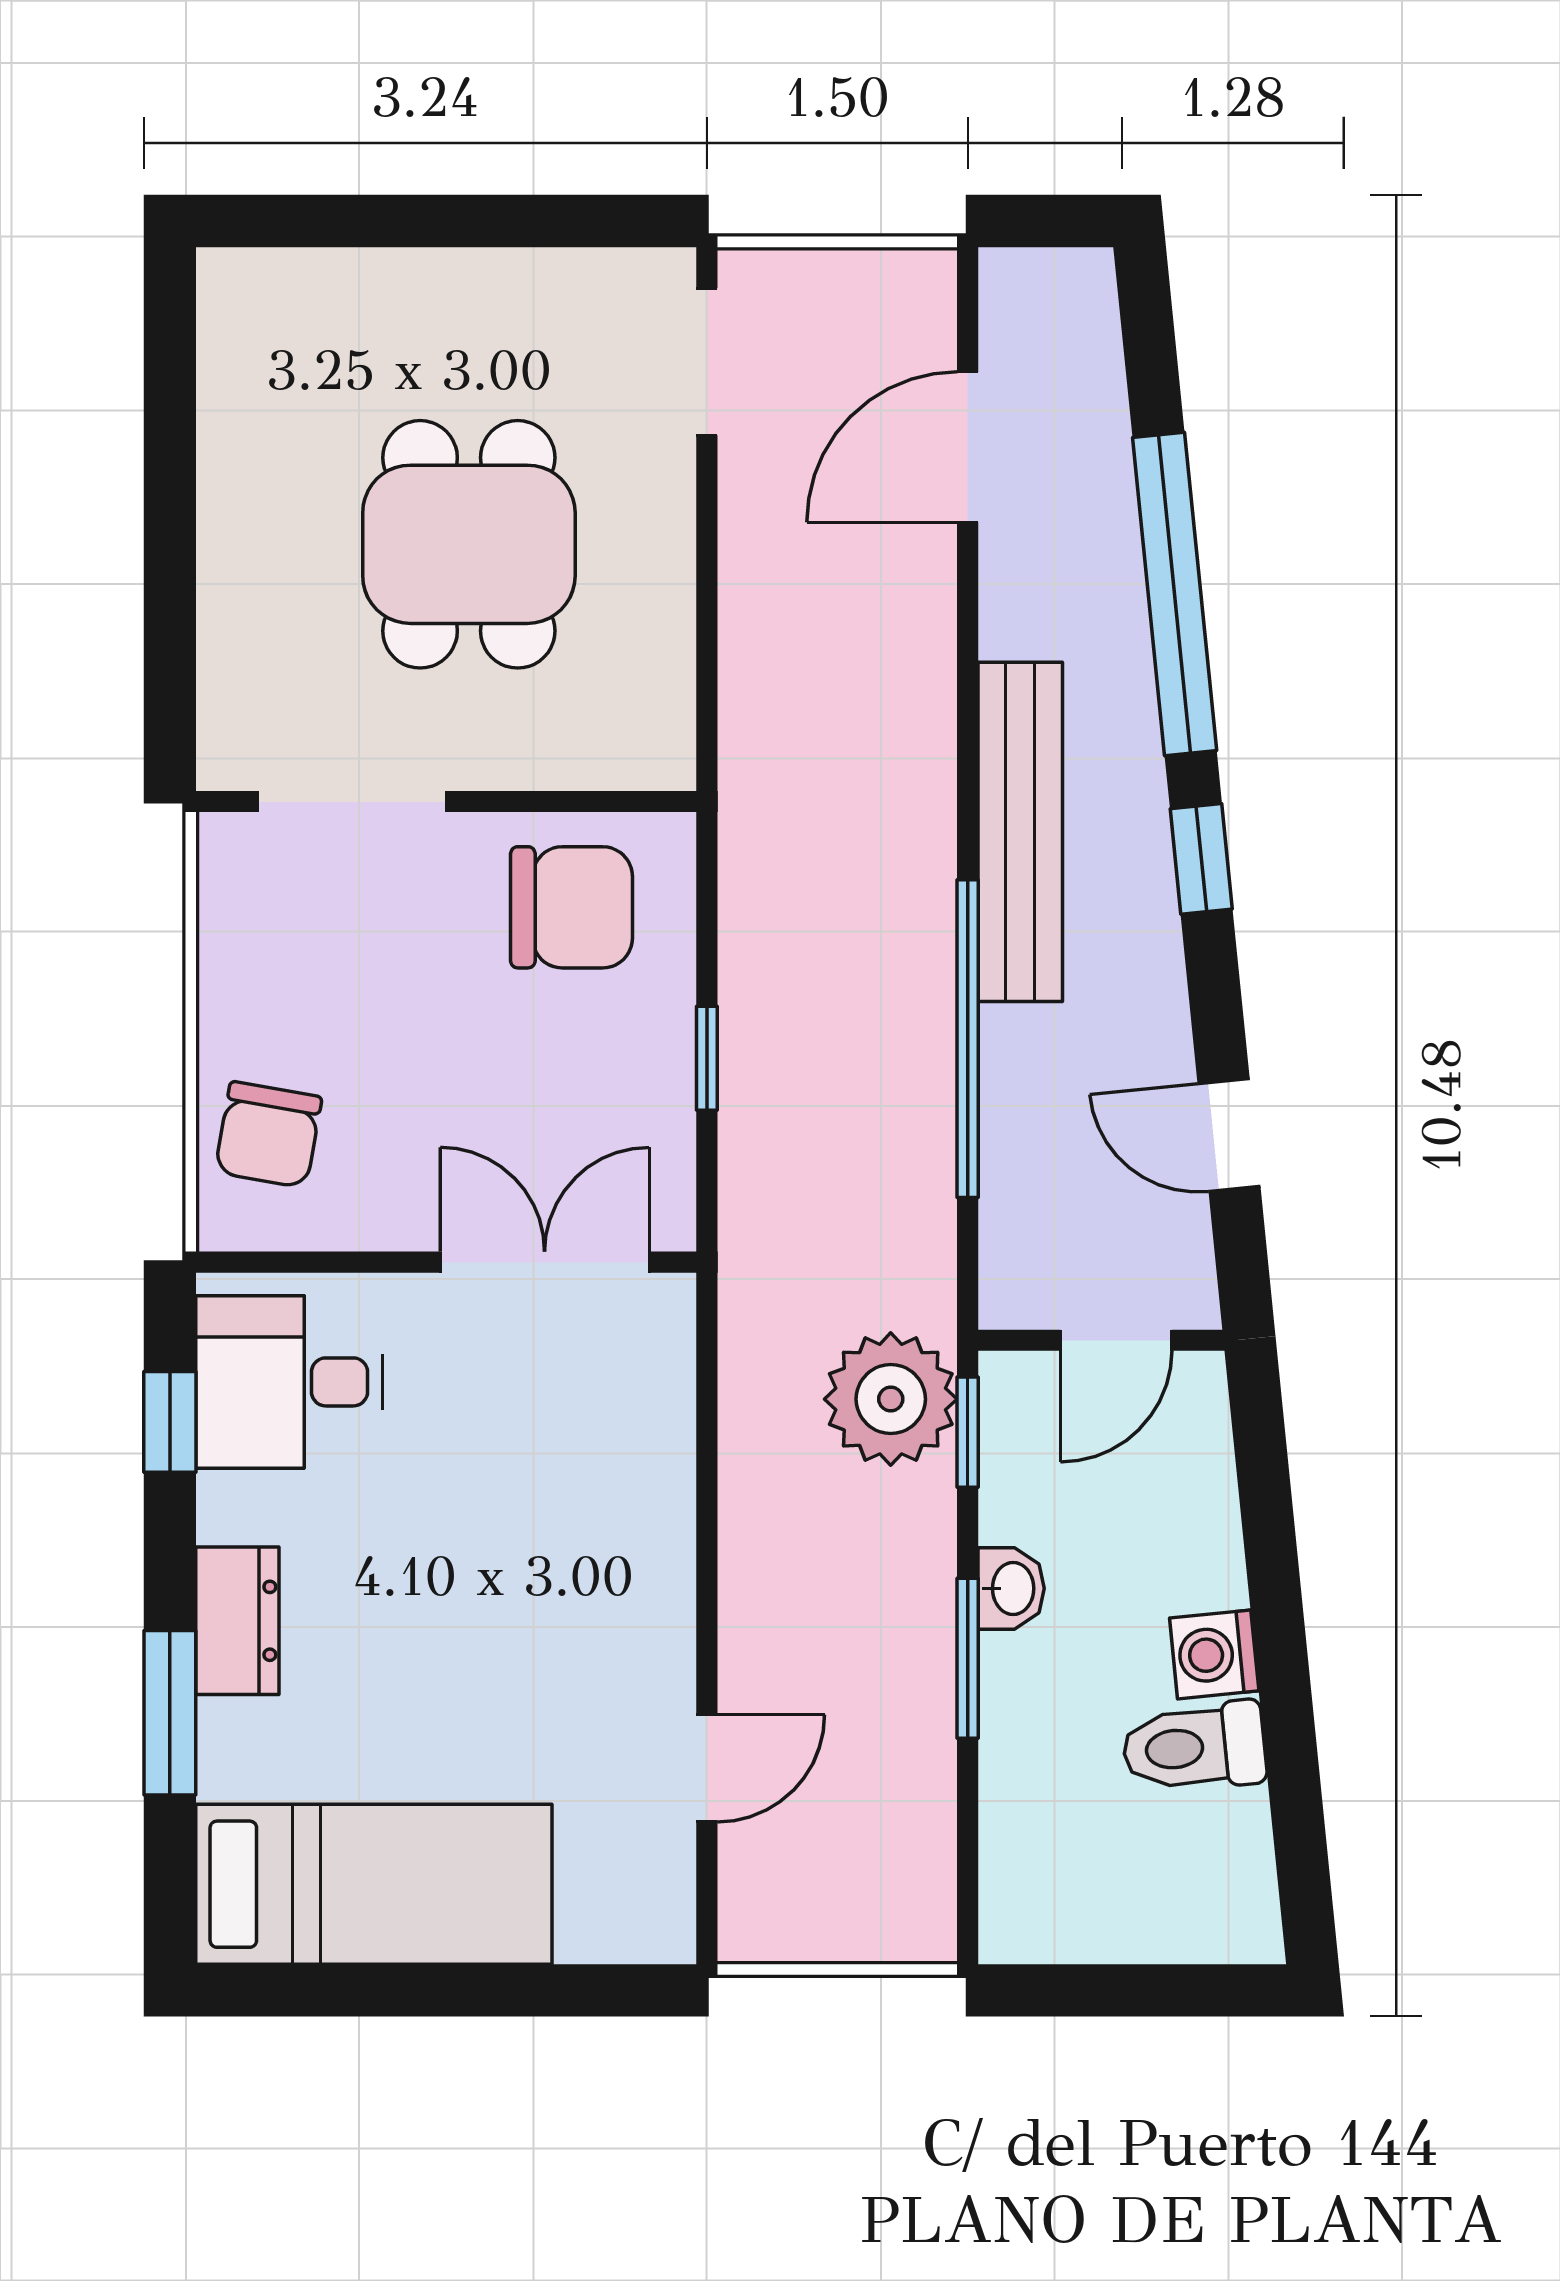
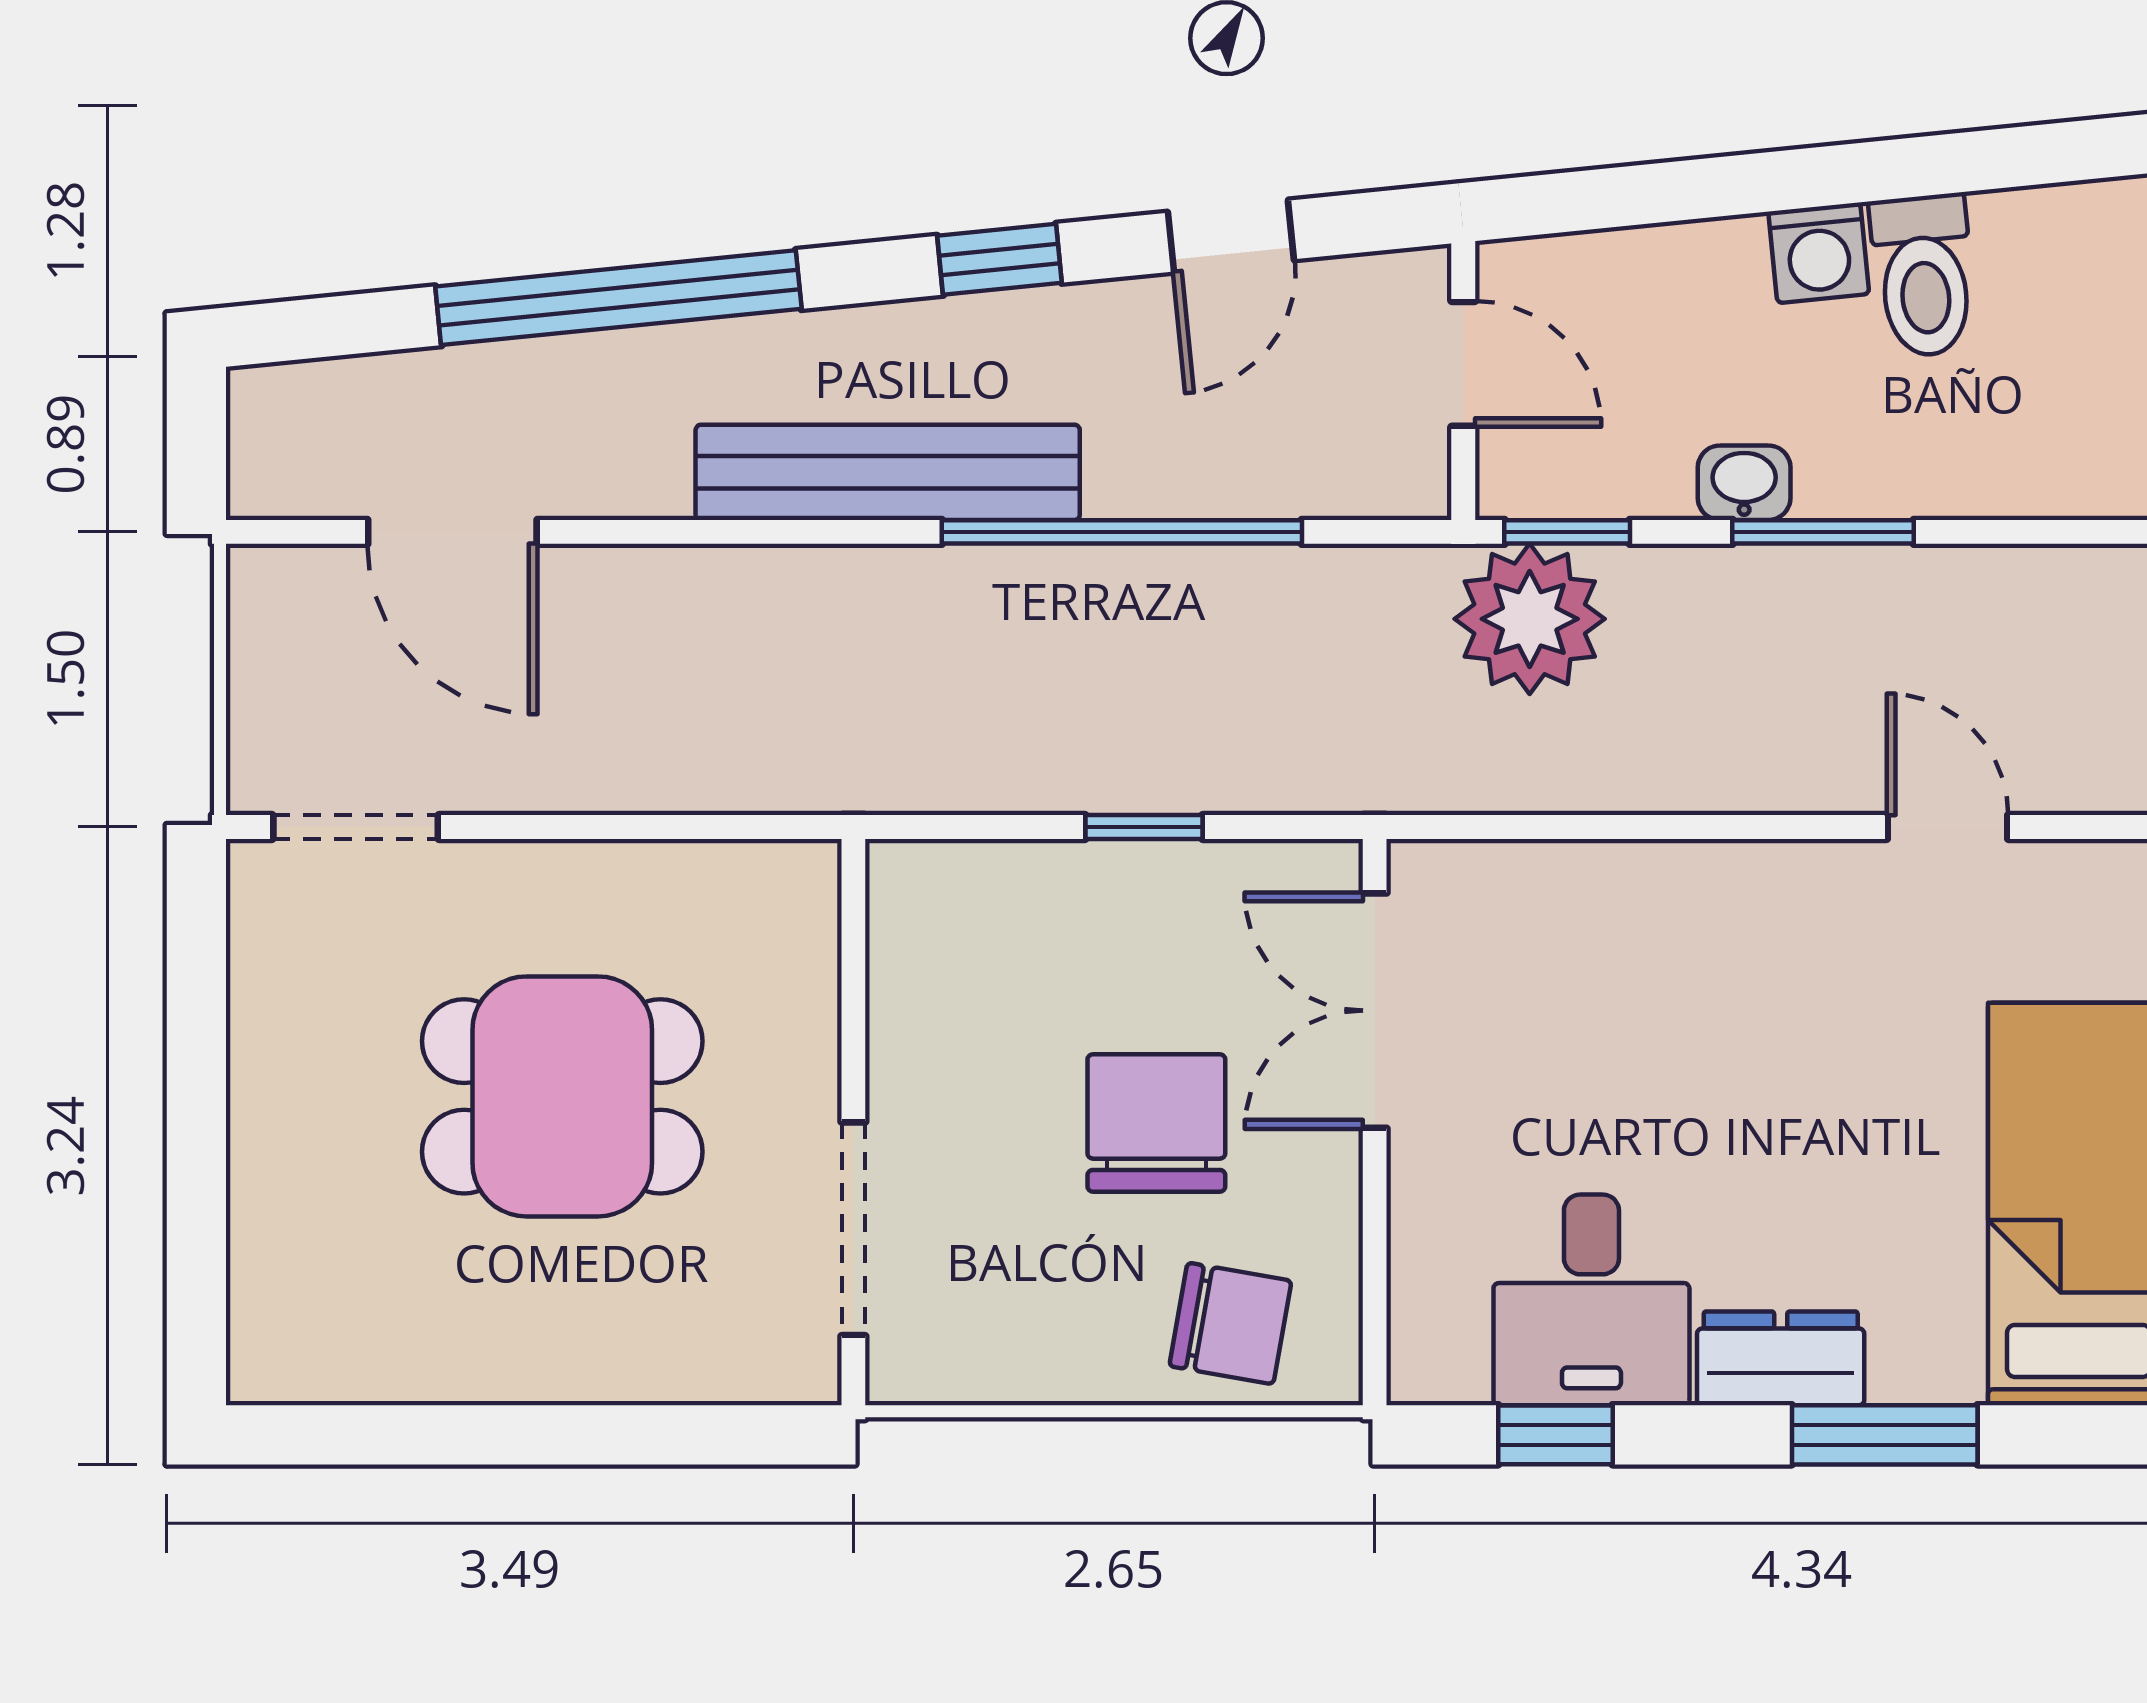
window: (1201, 859) -> (1000, 259), moved
chair: (571, 907) -> (1156, 1123), moved
desk: (289, 1382) -> (1591, 1300), moved

